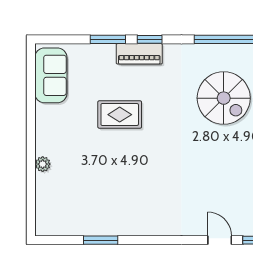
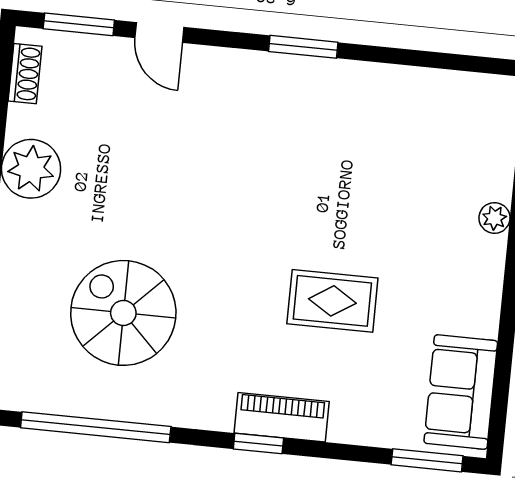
window: (108, 39) -> (427, 460), moved
window: (101, 240) -> (303, 47), moved

